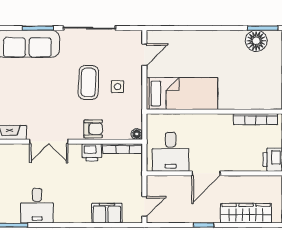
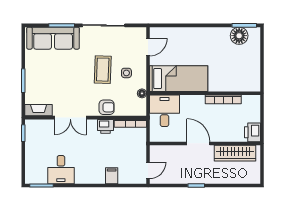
bookcase: (256, 119) -> (223, 99), moved
floor lamp: (137, 134) -> (142, 93), moved
desk: (171, 152) -> (165, 111), moved, turned 180
door: (206, 173) -> (198, 143), swing flipped
filing cabinet: (107, 213) -> (112, 176), width x0.50
wardrobe: (246, 213) -> (235, 153), moved, turned 180

